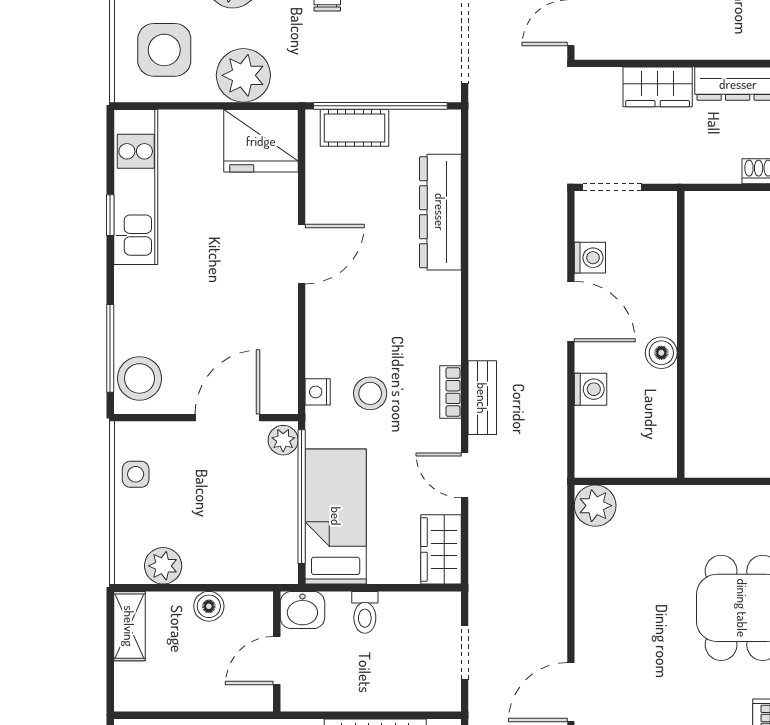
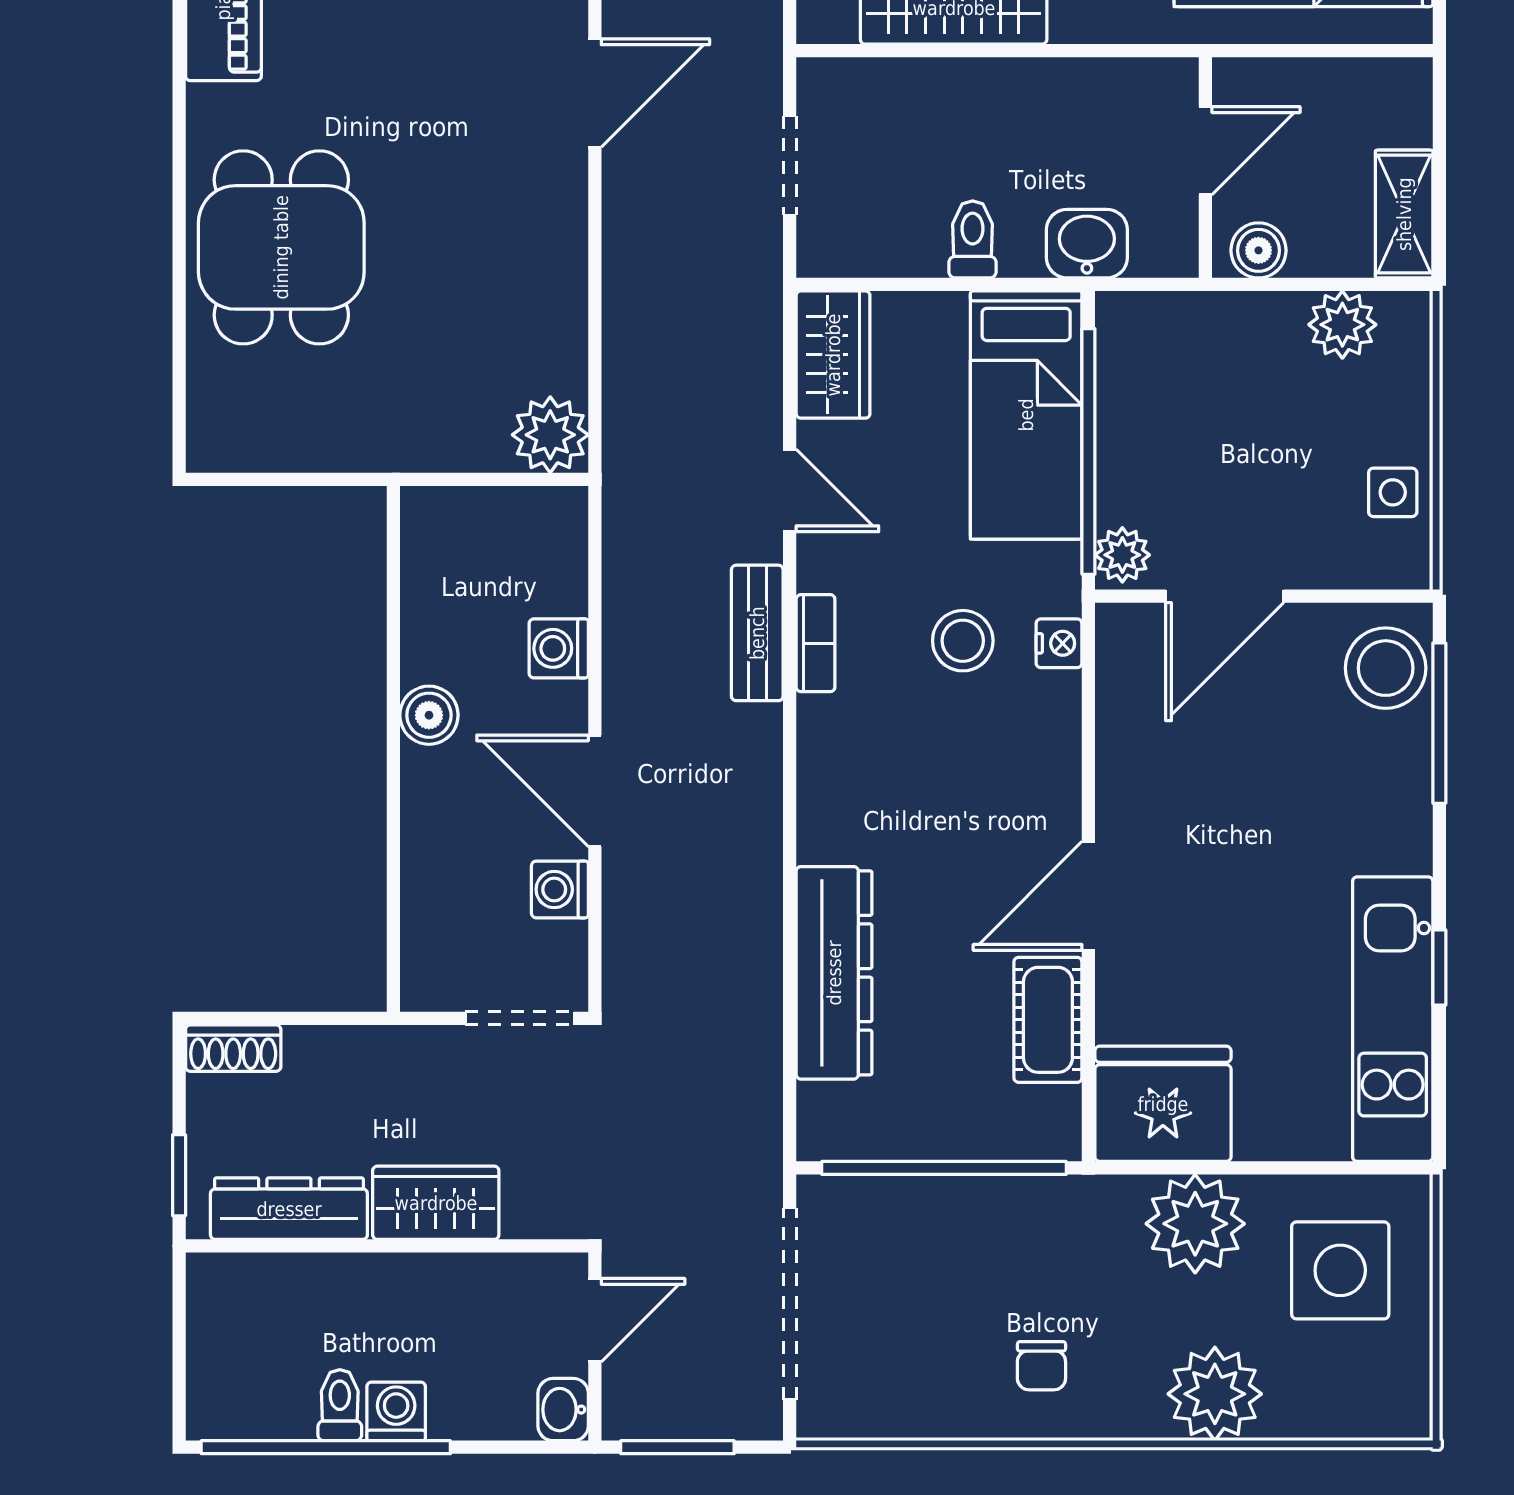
cot: (355, 128) -> (1048, 1020), moved, turned 90
wall: (277, 651) -> (1205, 167), moved
door: (277, 661) -> (1205, 151), moved

